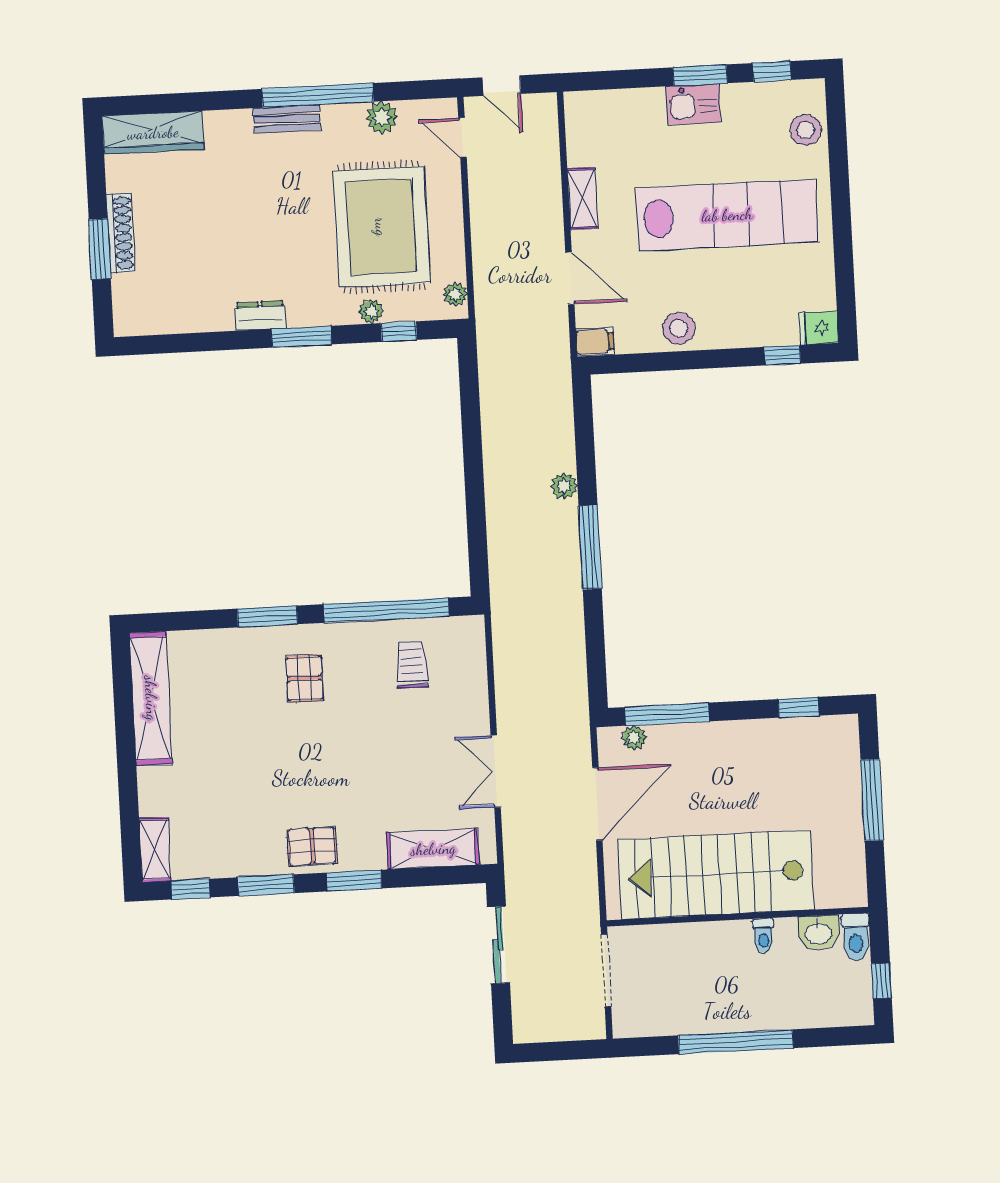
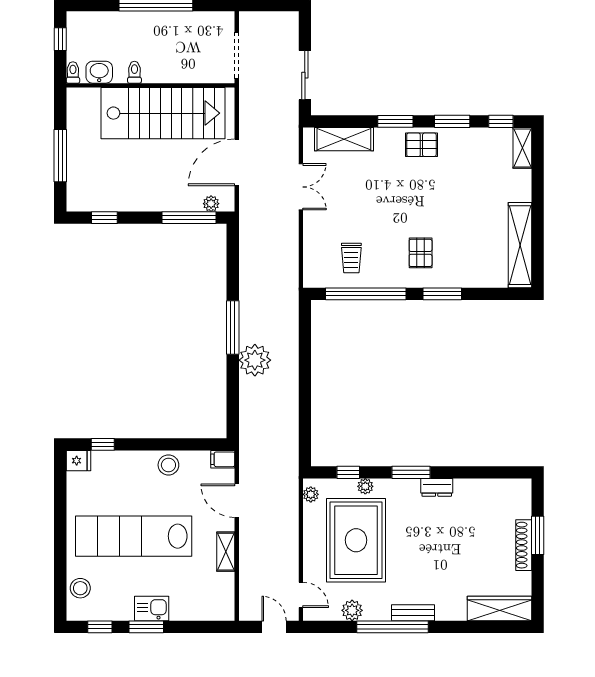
plant: (564, 486) -> (255, 360), width x1.88, depth x1.88
toilet: (856, 937) -> (73, 72), width x0.73, depth x0.72

